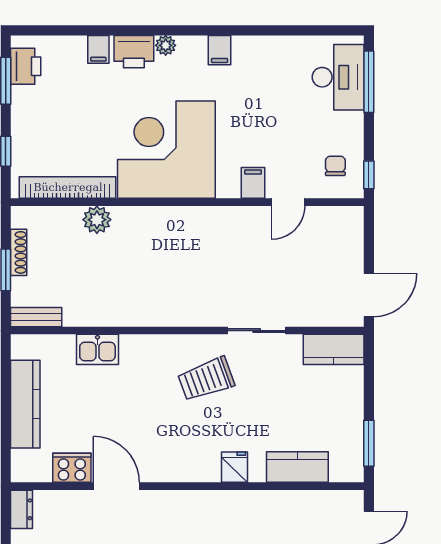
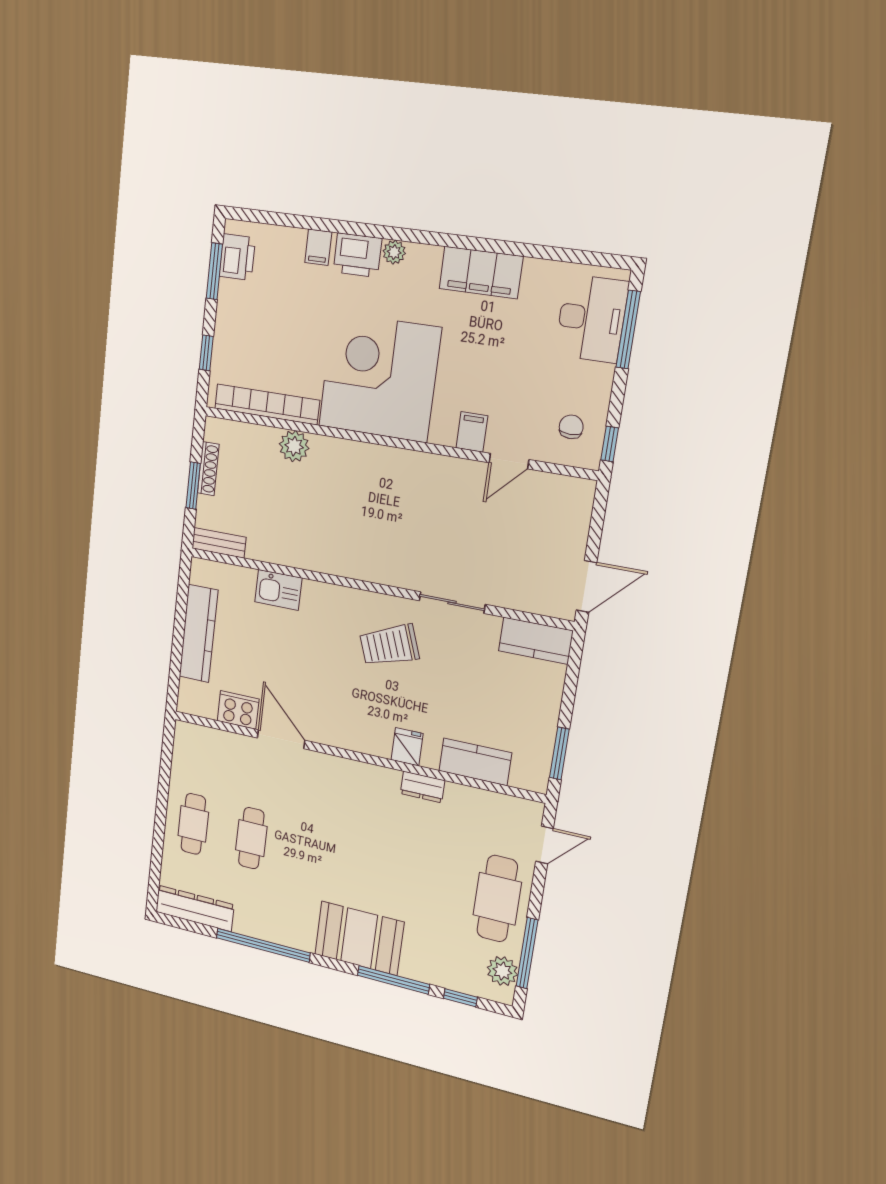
filing cabinet: (220, 50) -> (481, 273), width x3.00, depth x1.17
dresser: (21, 509) -> (423, 787), moved, turned 90

